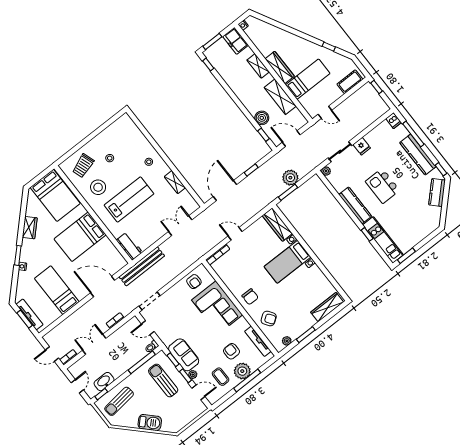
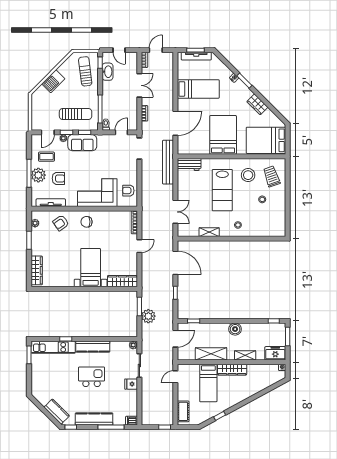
boiler: (262, 118) -> (235, 329), moved

